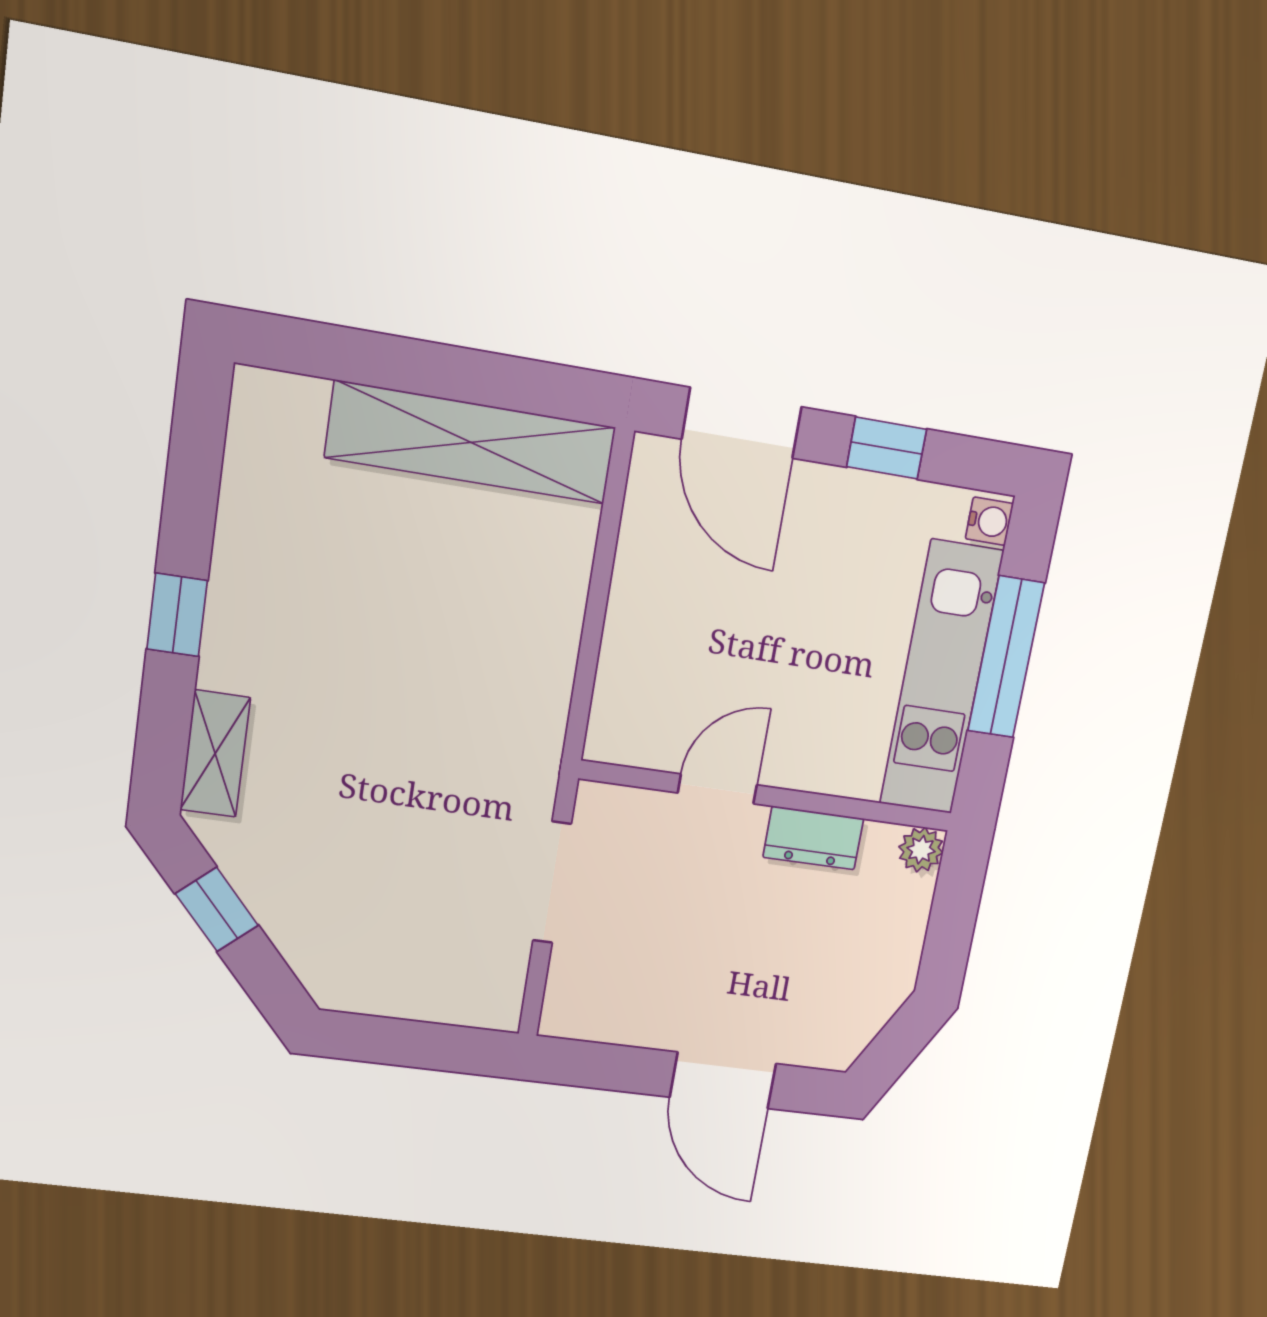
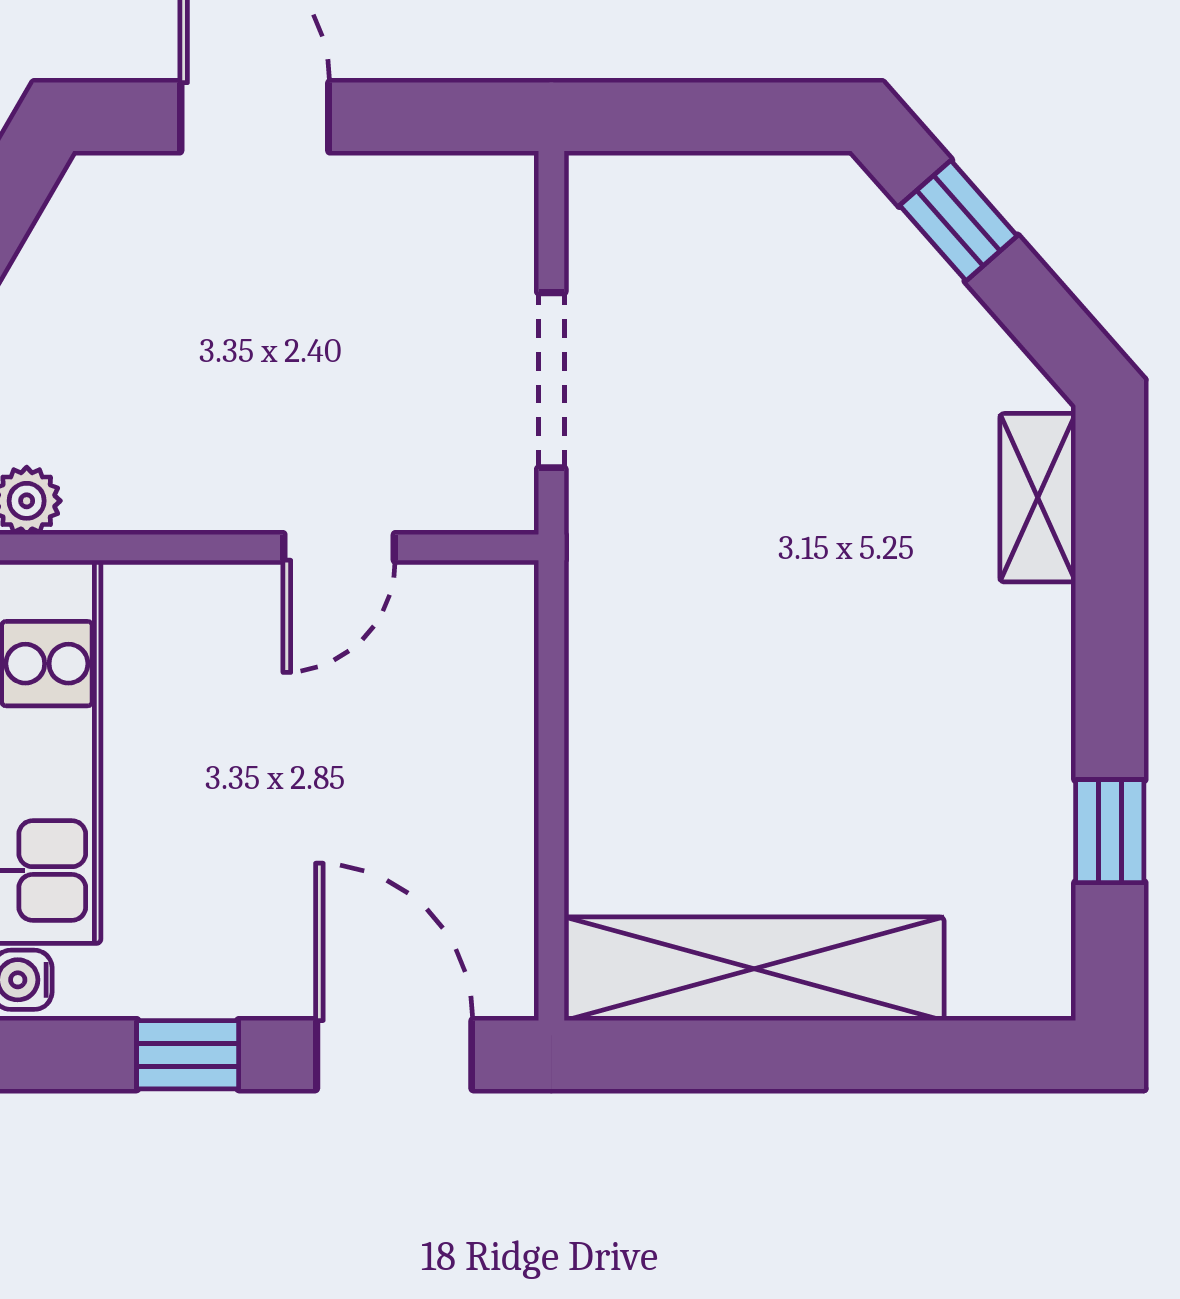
window: (177, 615) -> (1110, 831), moved
dresser: (813, 838) -> (188, 496), removed
window: (217, 910) -> (958, 221), moved

